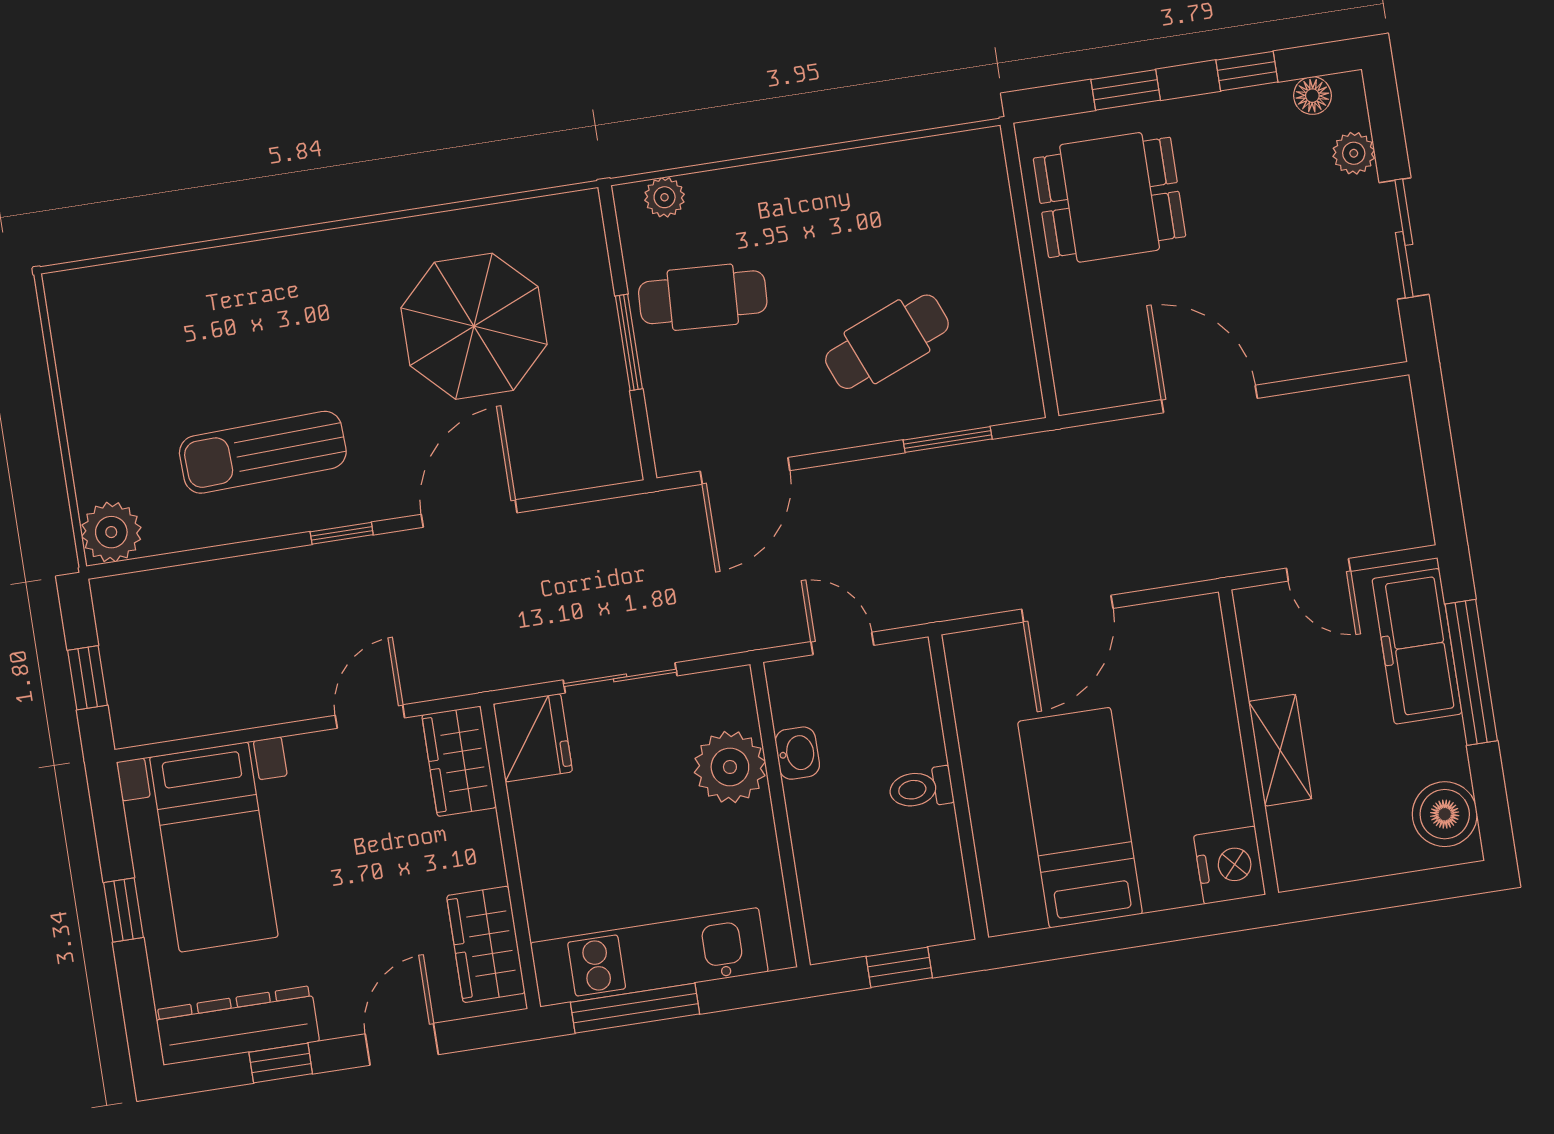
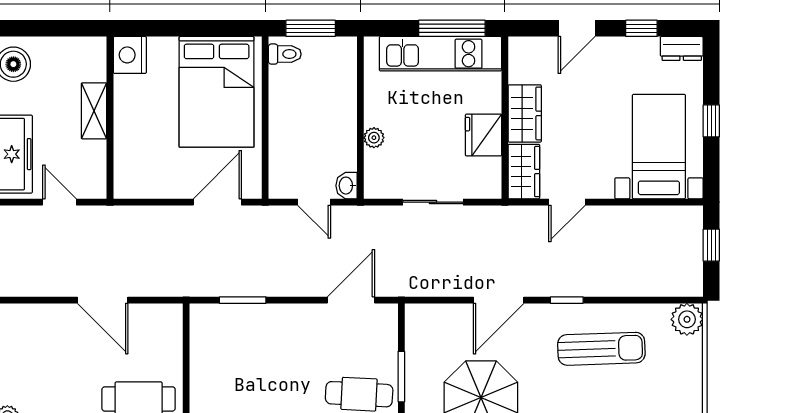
cafe table: (887, 342) -> (266, 356), removed
door: (1067, 609) -> (217, 202), moved
fridge: (533, 738) -> (483, 135), moved
washbasin: (797, 753) -> (347, 186), moved
plant: (730, 767) -> (374, 138), width x0.53, depth x0.53
toilet: (921, 788) -> (285, 54), moved
bed: (1080, 818) -> (217, 92), width x1.50
wardrobe: (486, 944) -> (525, 113), moved
window: (899, 967) -> (311, 28), width x1.50
dresser: (237, 1026) -> (682, 48), width x0.51, depth x0.80

